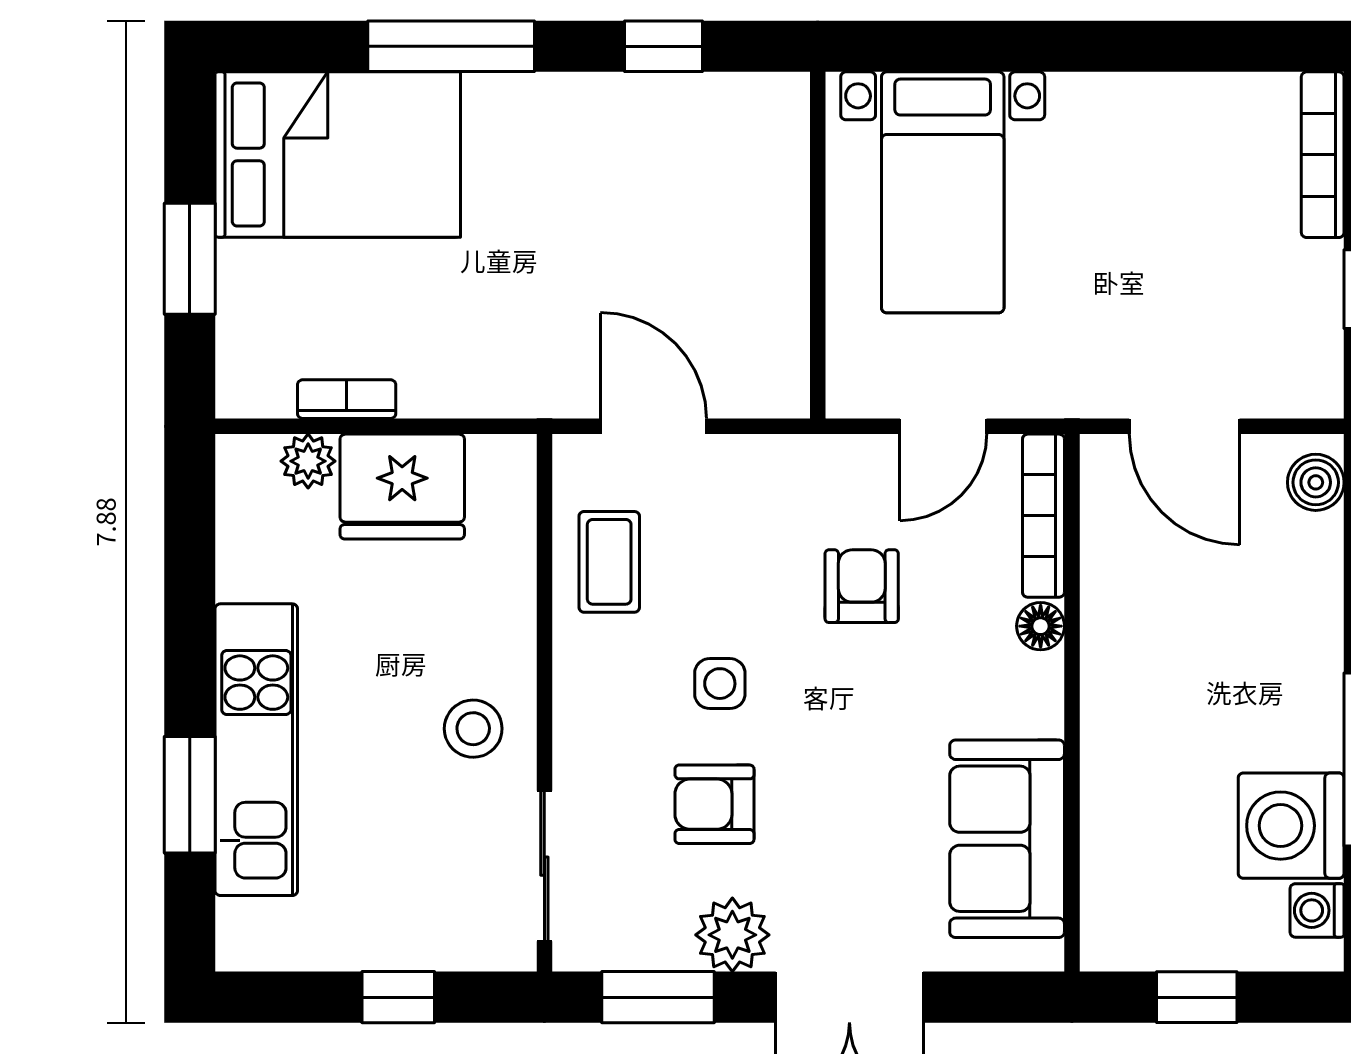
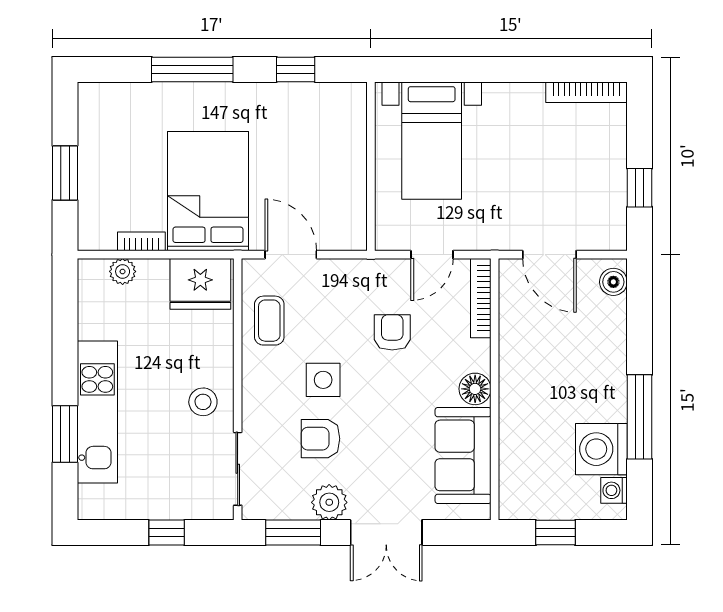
bed: (338, 154) -> (208, 191), moved, turned -90
bookcase: (1323, 155) -> (586, 92), moved, turned -90
fridge: (402, 487) -> (200, 284), moved
floor lamp: (1041, 626) -> (475, 389), moved, width x1.37, depth x1.37
side table: (720, 684) -> (323, 380), width x1.37, depth x1.37

